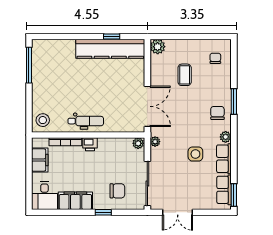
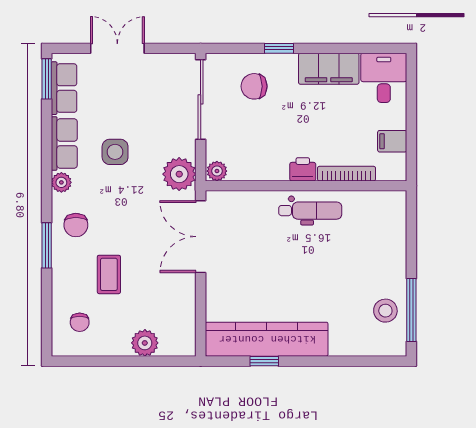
plant: (158, 47) -> (145, 343), moved
coffee table: (185, 75) -> (109, 274), moved
stool: (43, 120) -> (385, 311), moved
dental chair: (86, 121) -> (310, 211), turned 180
plant: (155, 142) -> (179, 174), width x1.87, depth x1.87
filing cabinet: (40, 160) -> (392, 141), width x0.50
double door: (178, 212) -> (117, 48), moved

